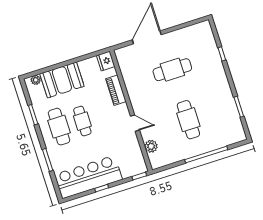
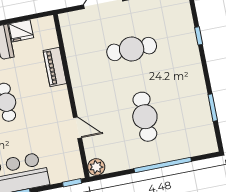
fridge: (106, 61) -> (21, 31), moved, turned -90
door: (135, 123) -> (77, 128), moved
plant: (151, 146) -> (96, 167), moved

